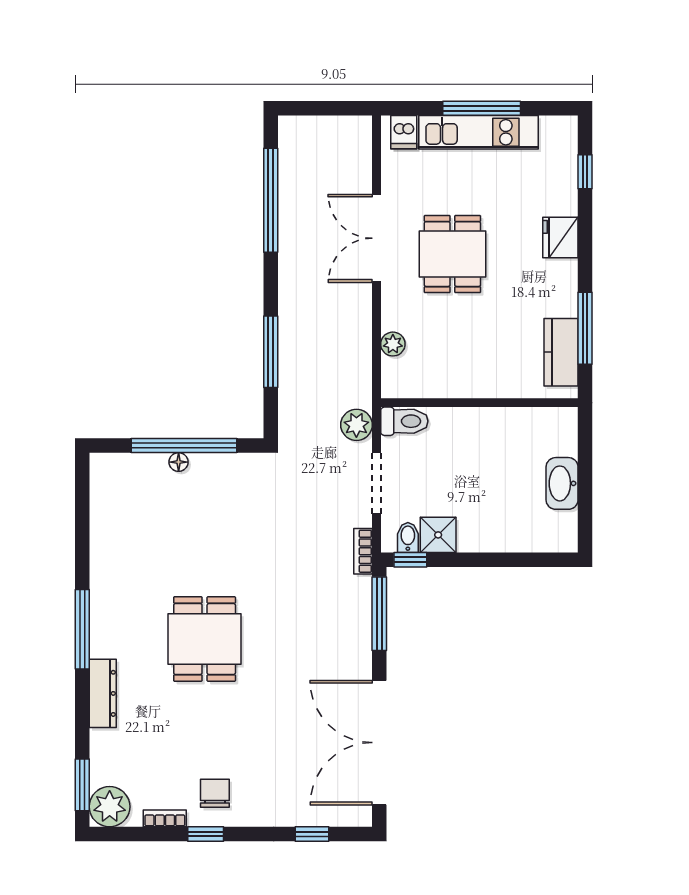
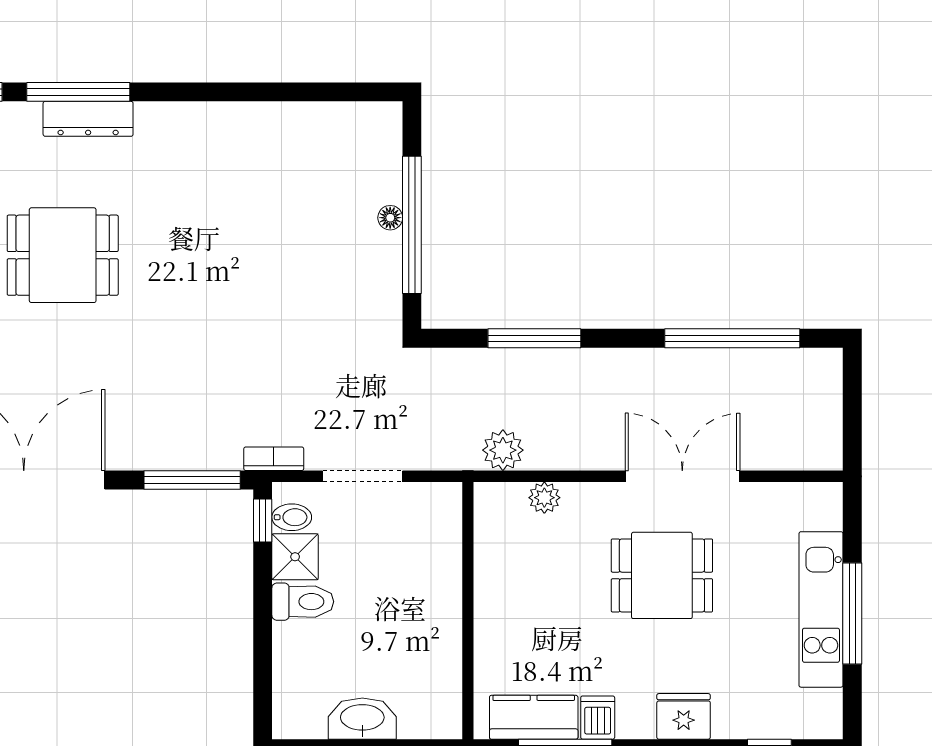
dishwasher: (404, 132) -> (598, 718), moved, turned 90
toilet: (404, 421) -> (303, 602), moved, turned -90
plant: (356, 425) -> (503, 450), moved
window: (82, 629) -> (78, 92), moved
dining table: (205, 639) -> (63, 255), moved

